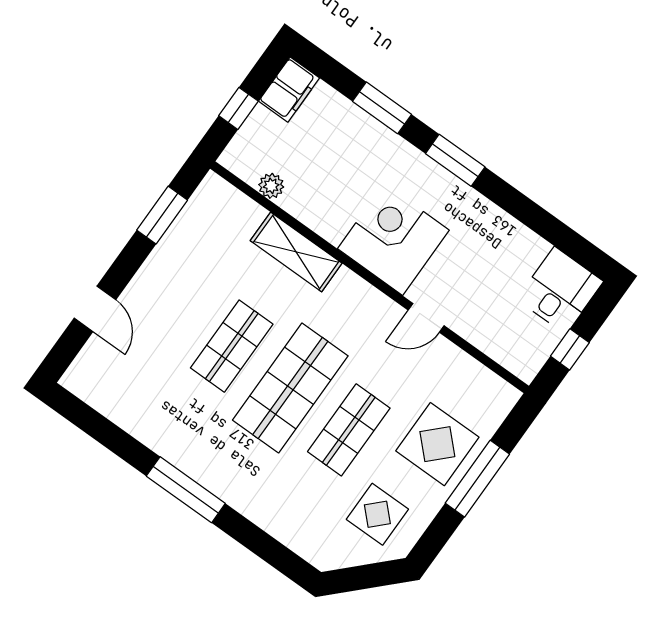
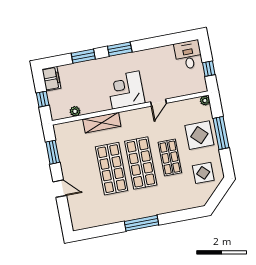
door: (95, 309) -> (60, 189), moved
shop shelf: (232, 346) -> (112, 169), width x1.43, depth x1.36
plant: (507, 396) -> (205, 101), added

